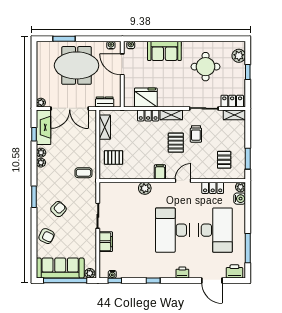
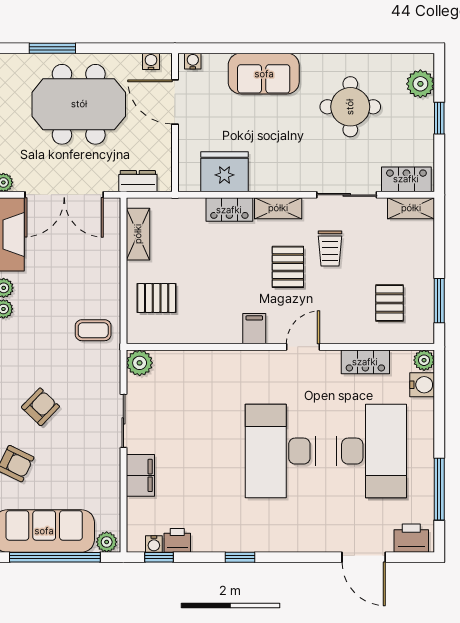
plant: (145, 188) -> (140, 363), moved
printer: (182, 272) -> (177, 540), moved

